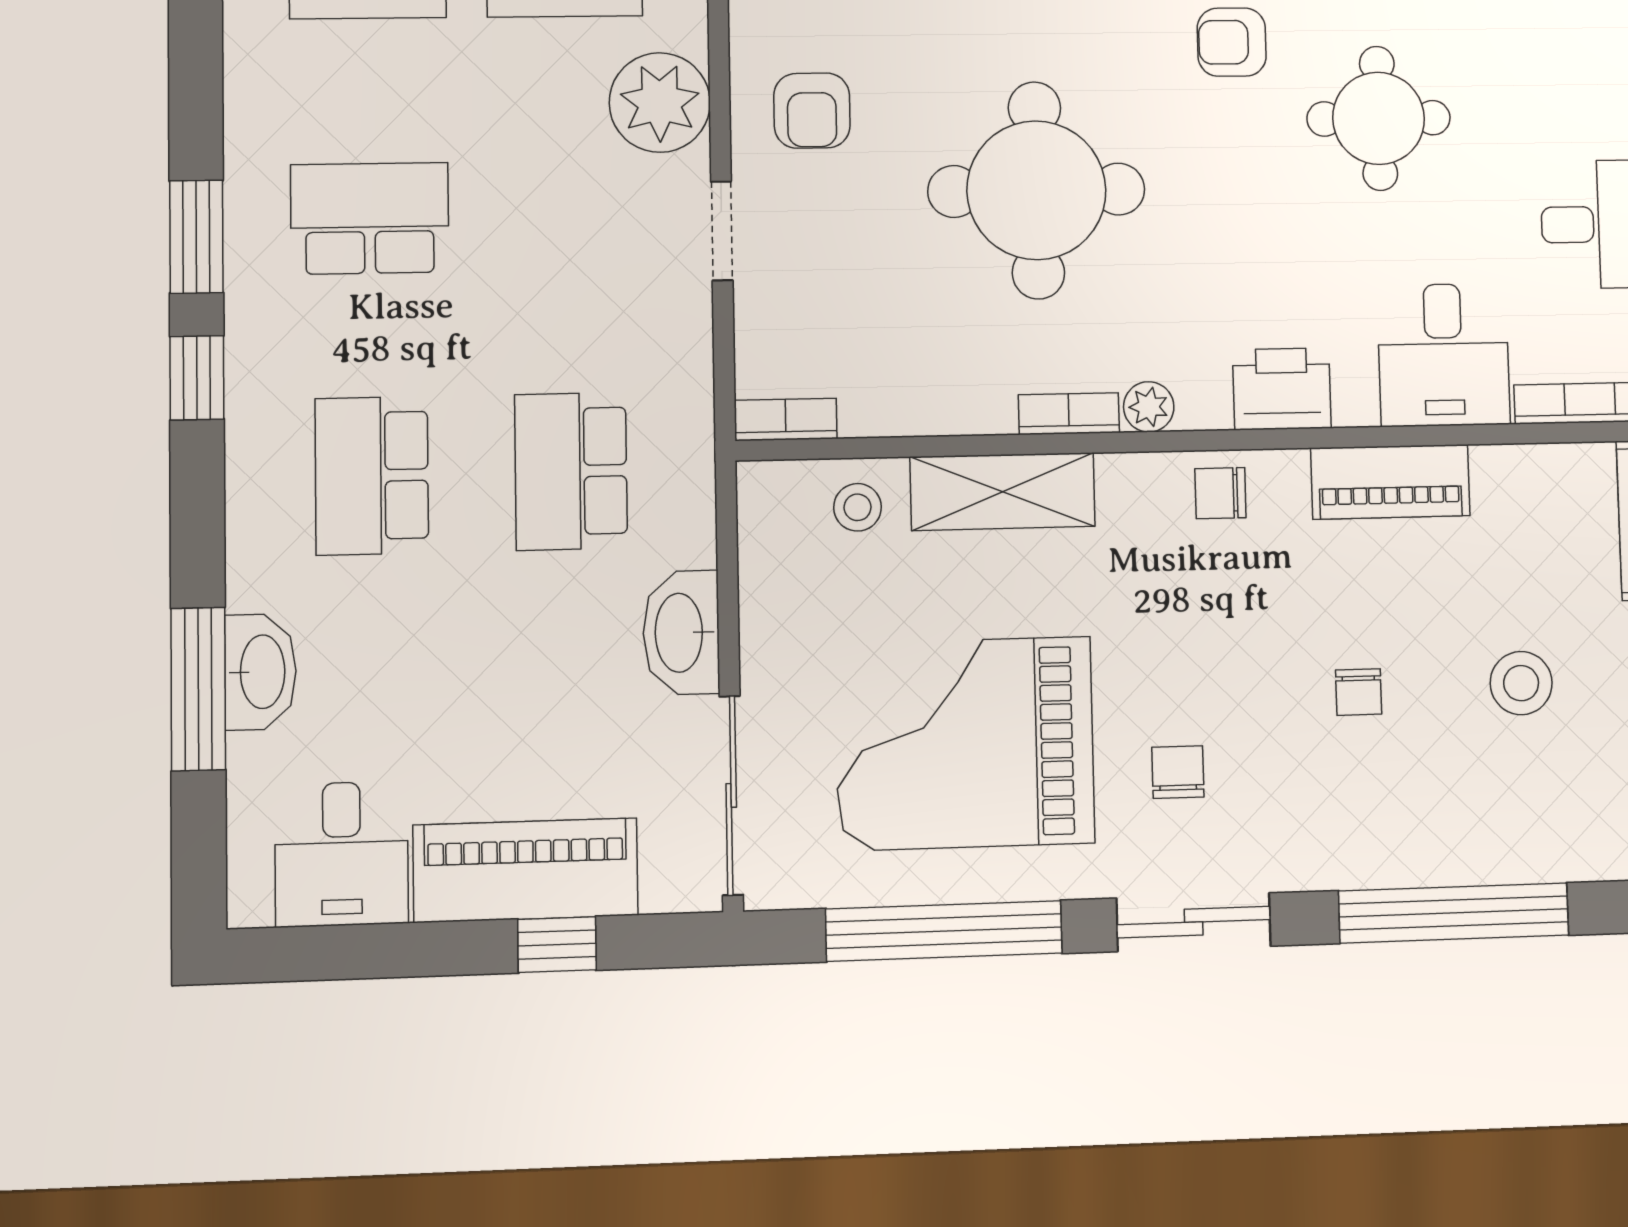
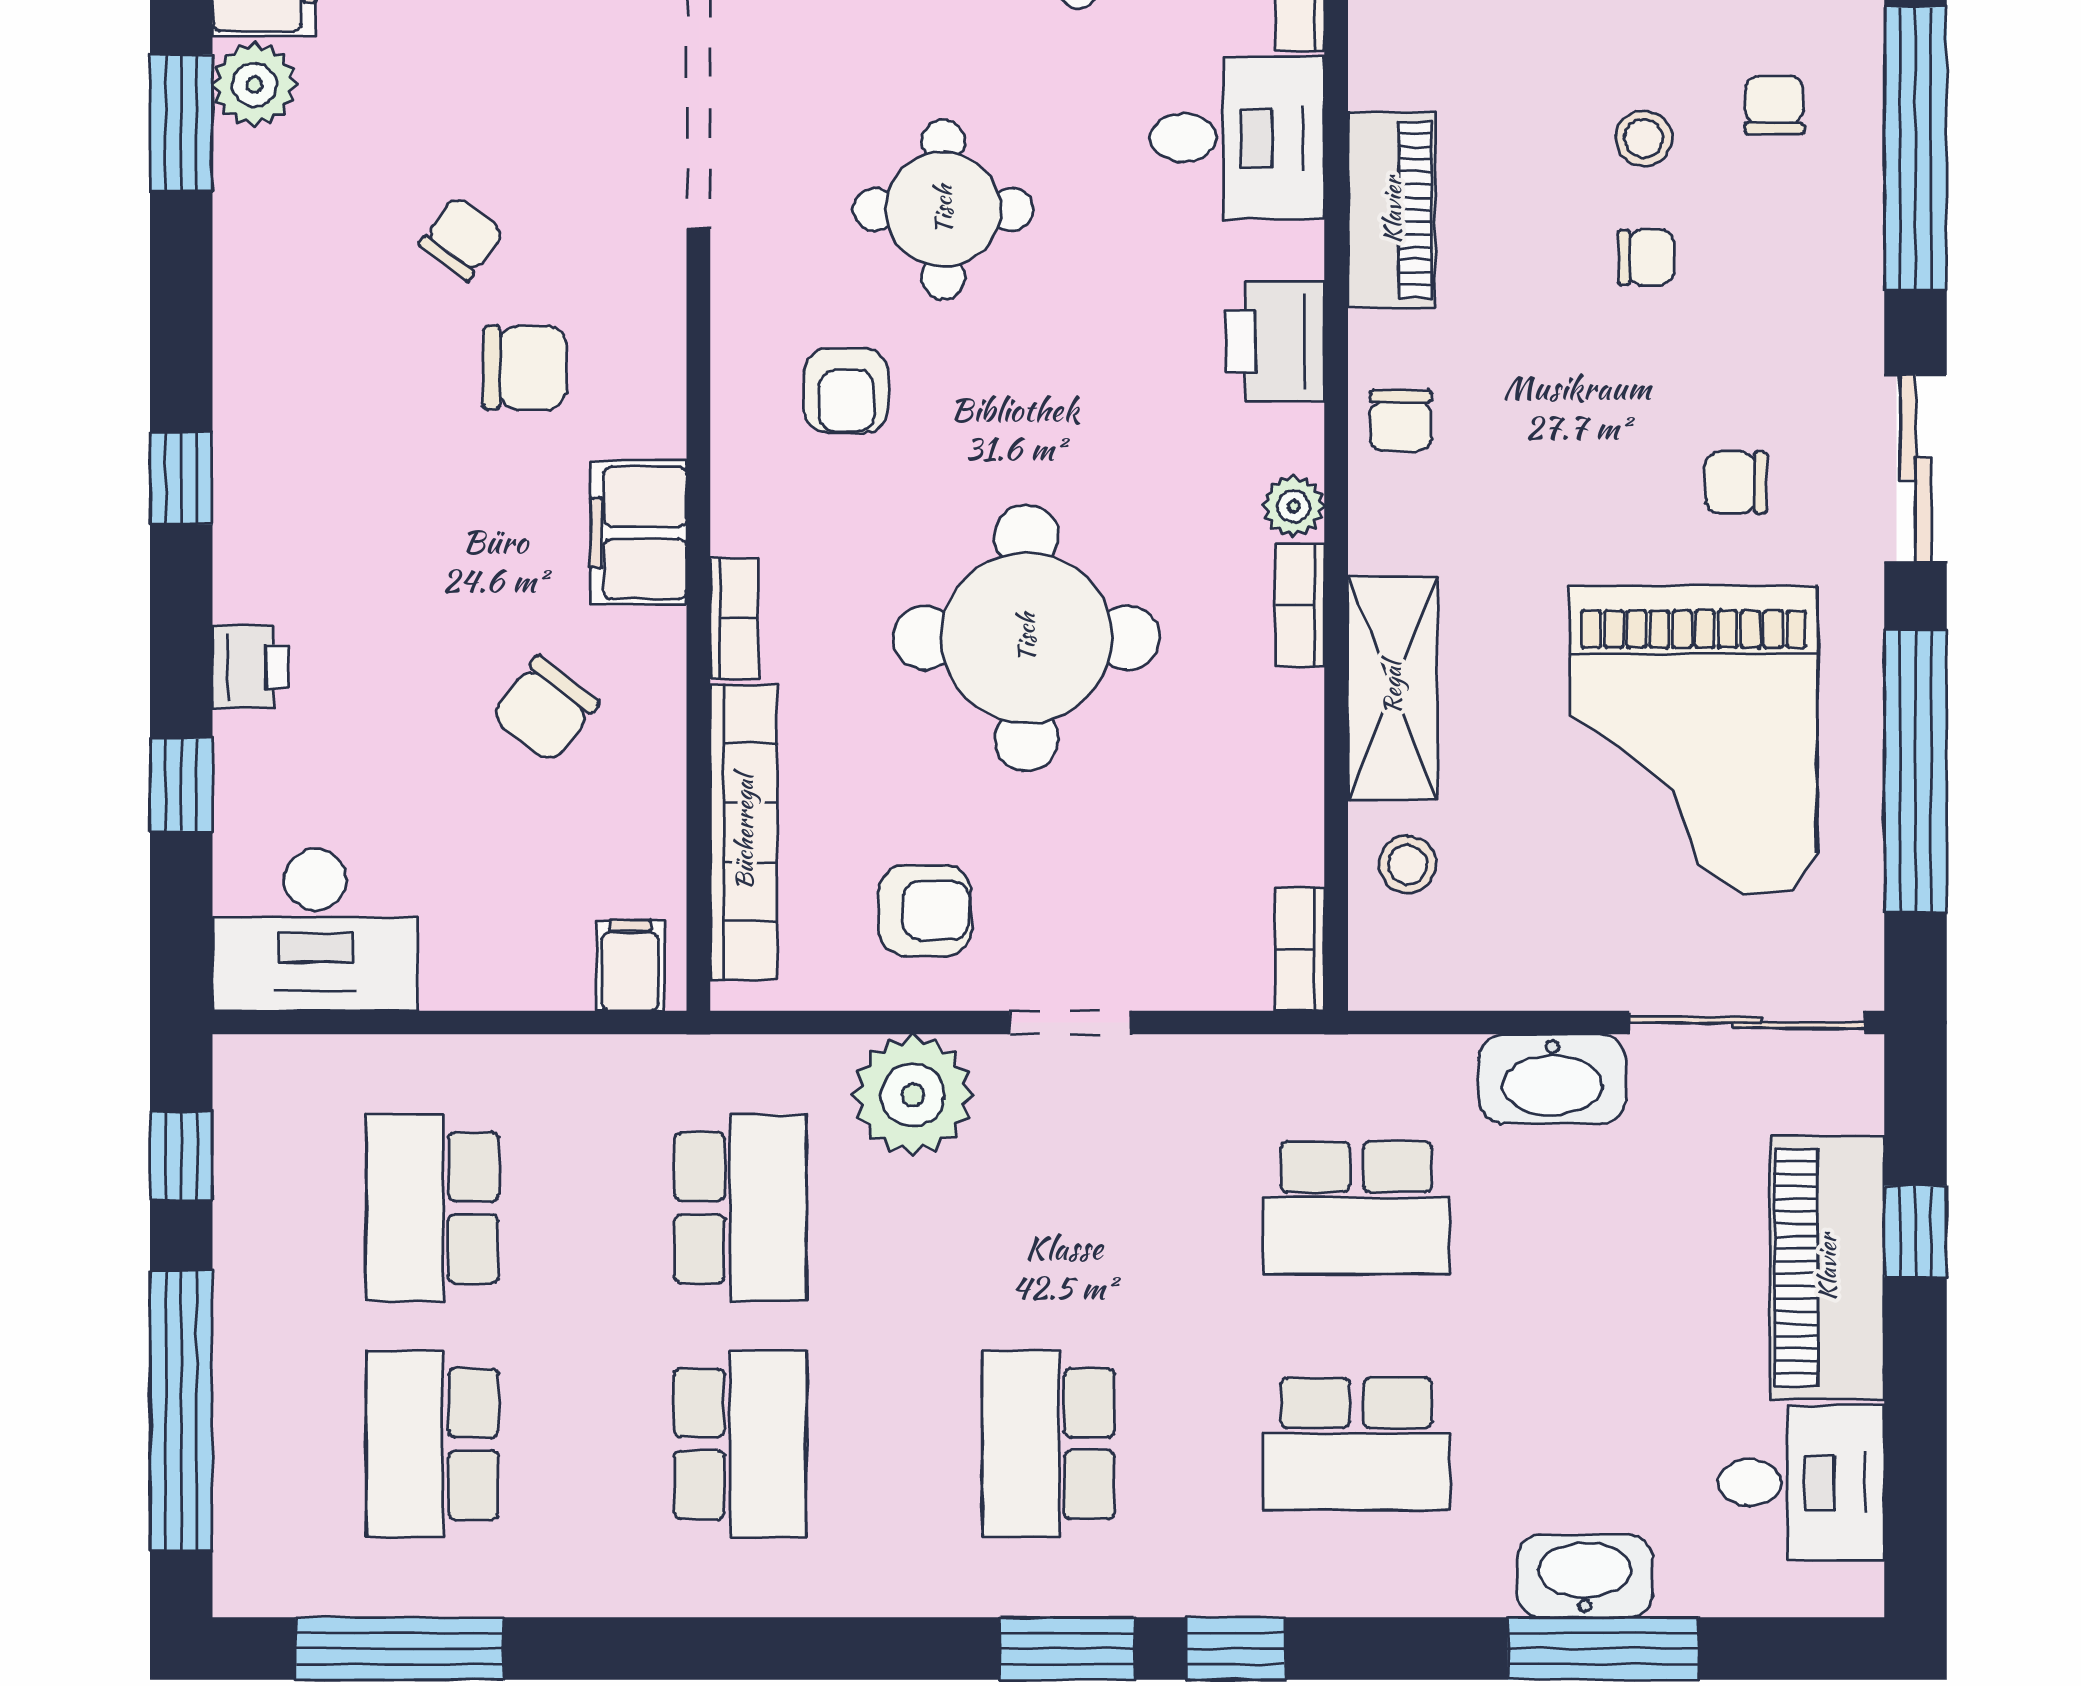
stool: (1521, 683) -> (1644, 139), moved, width x0.73, depth x0.73
chair: (1485, 794) -> (1774, 105), added

